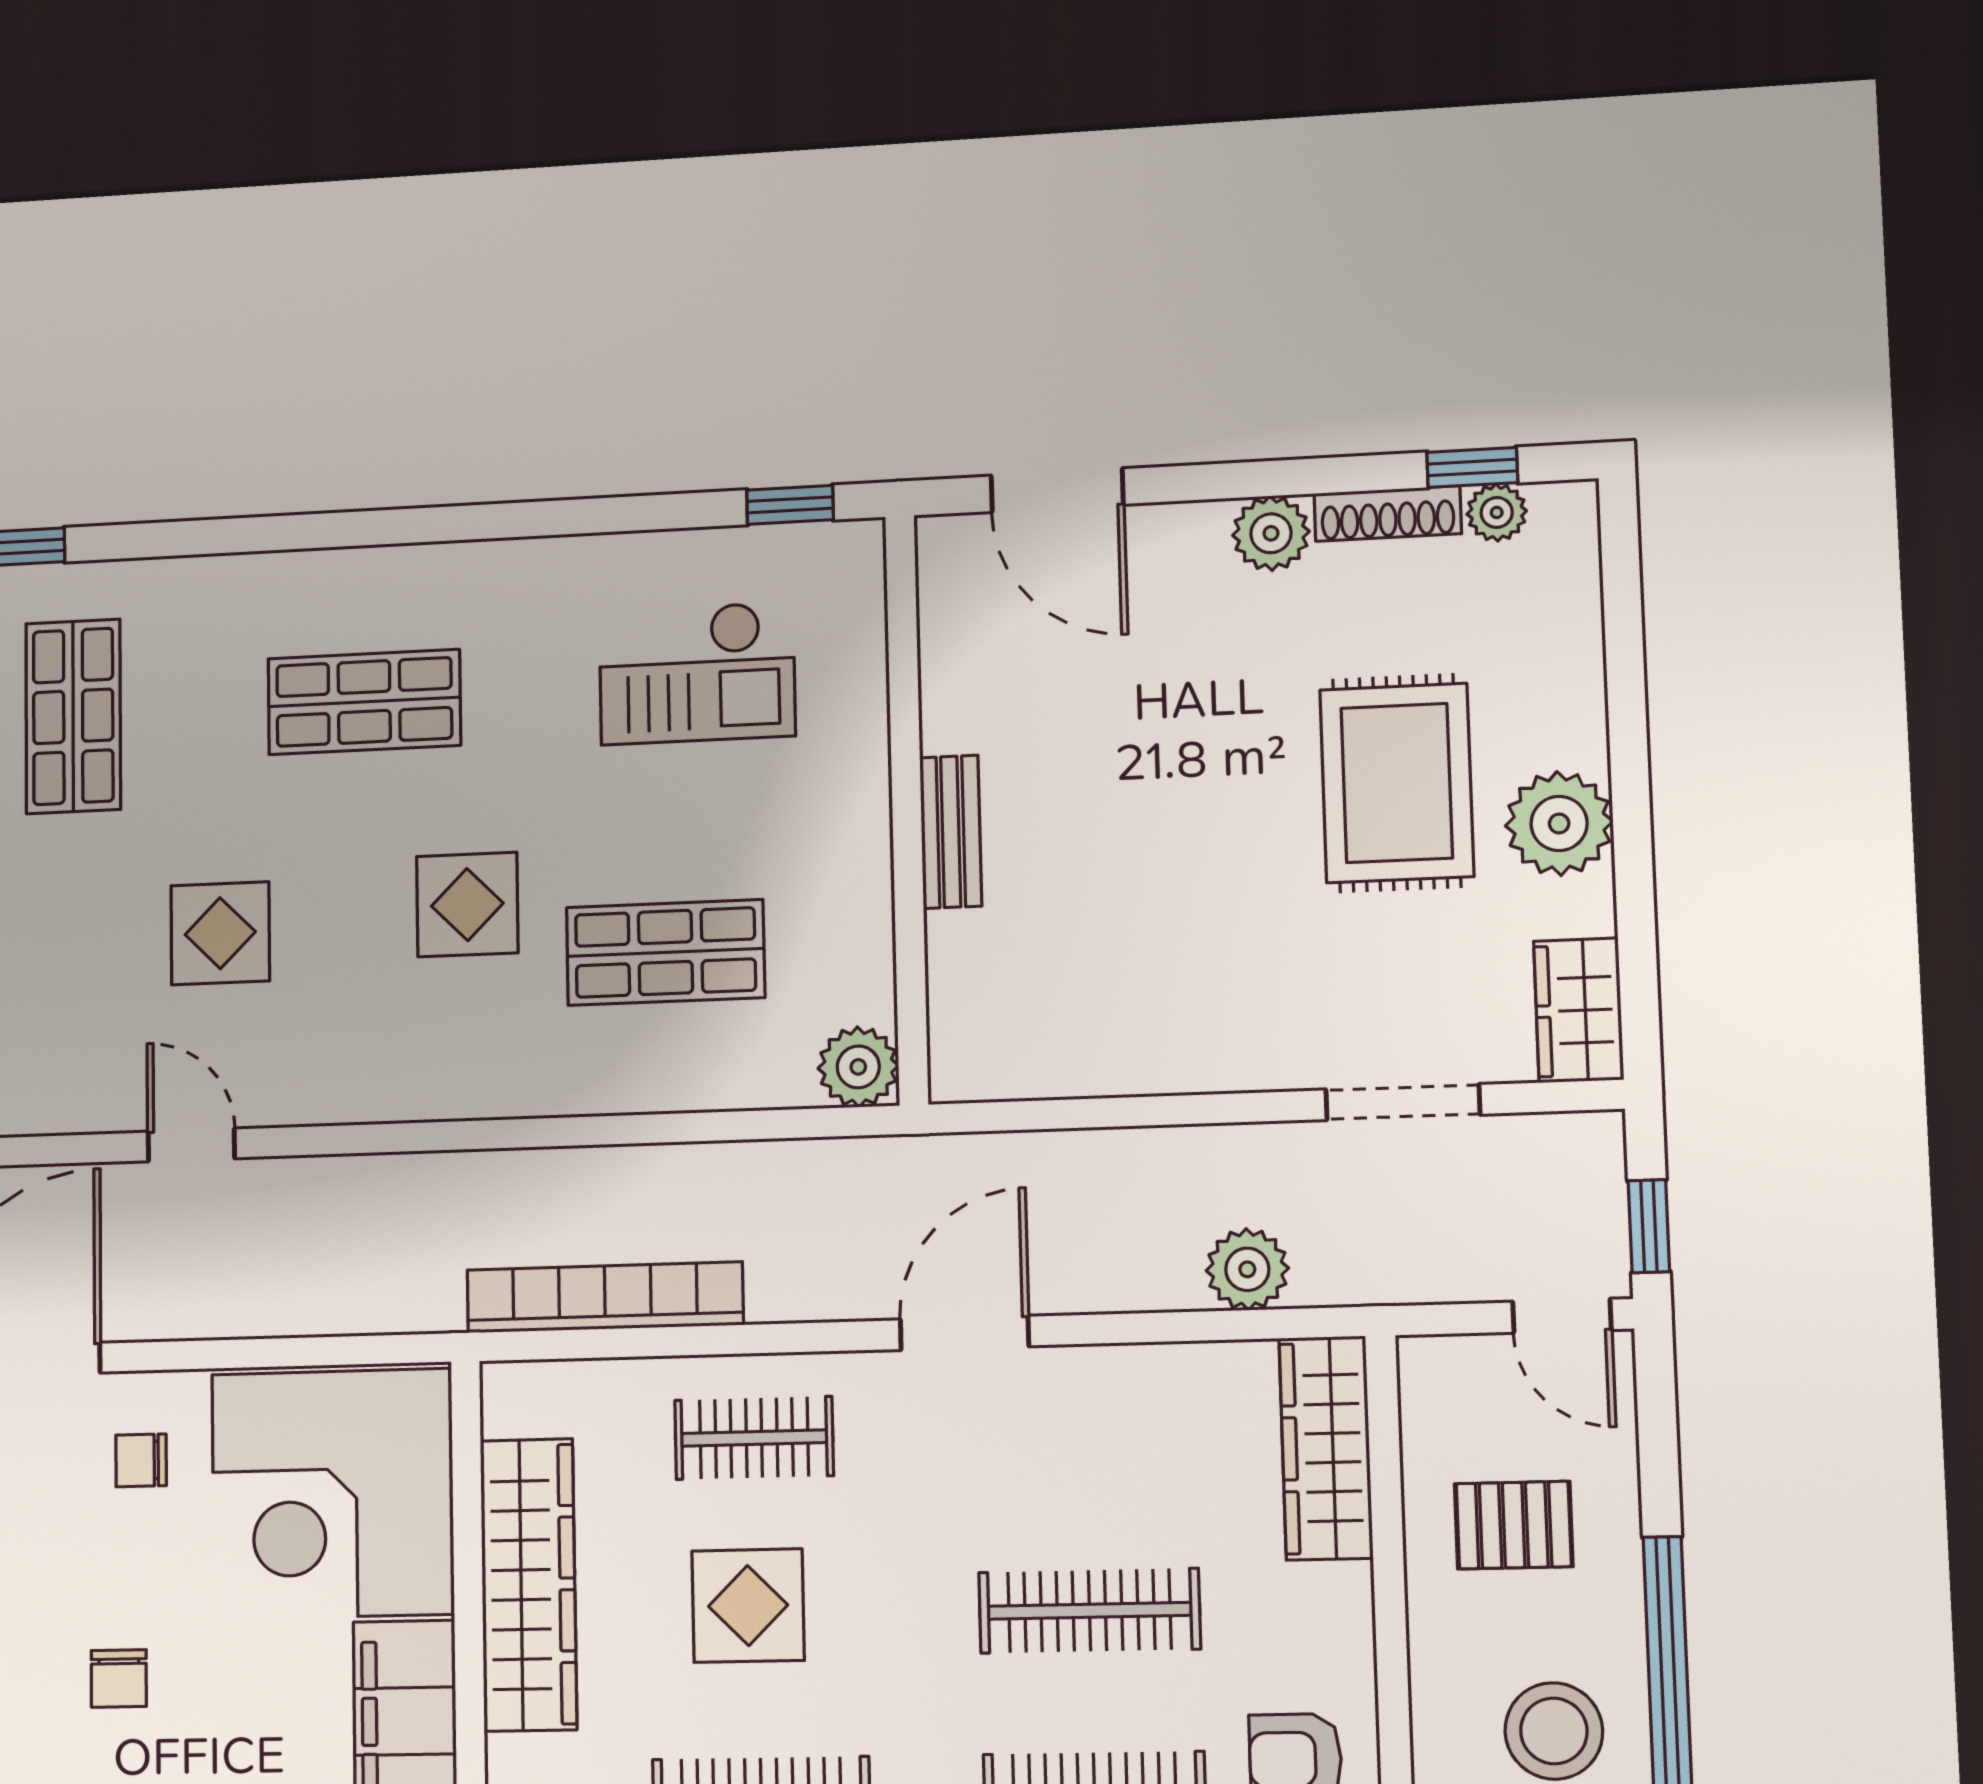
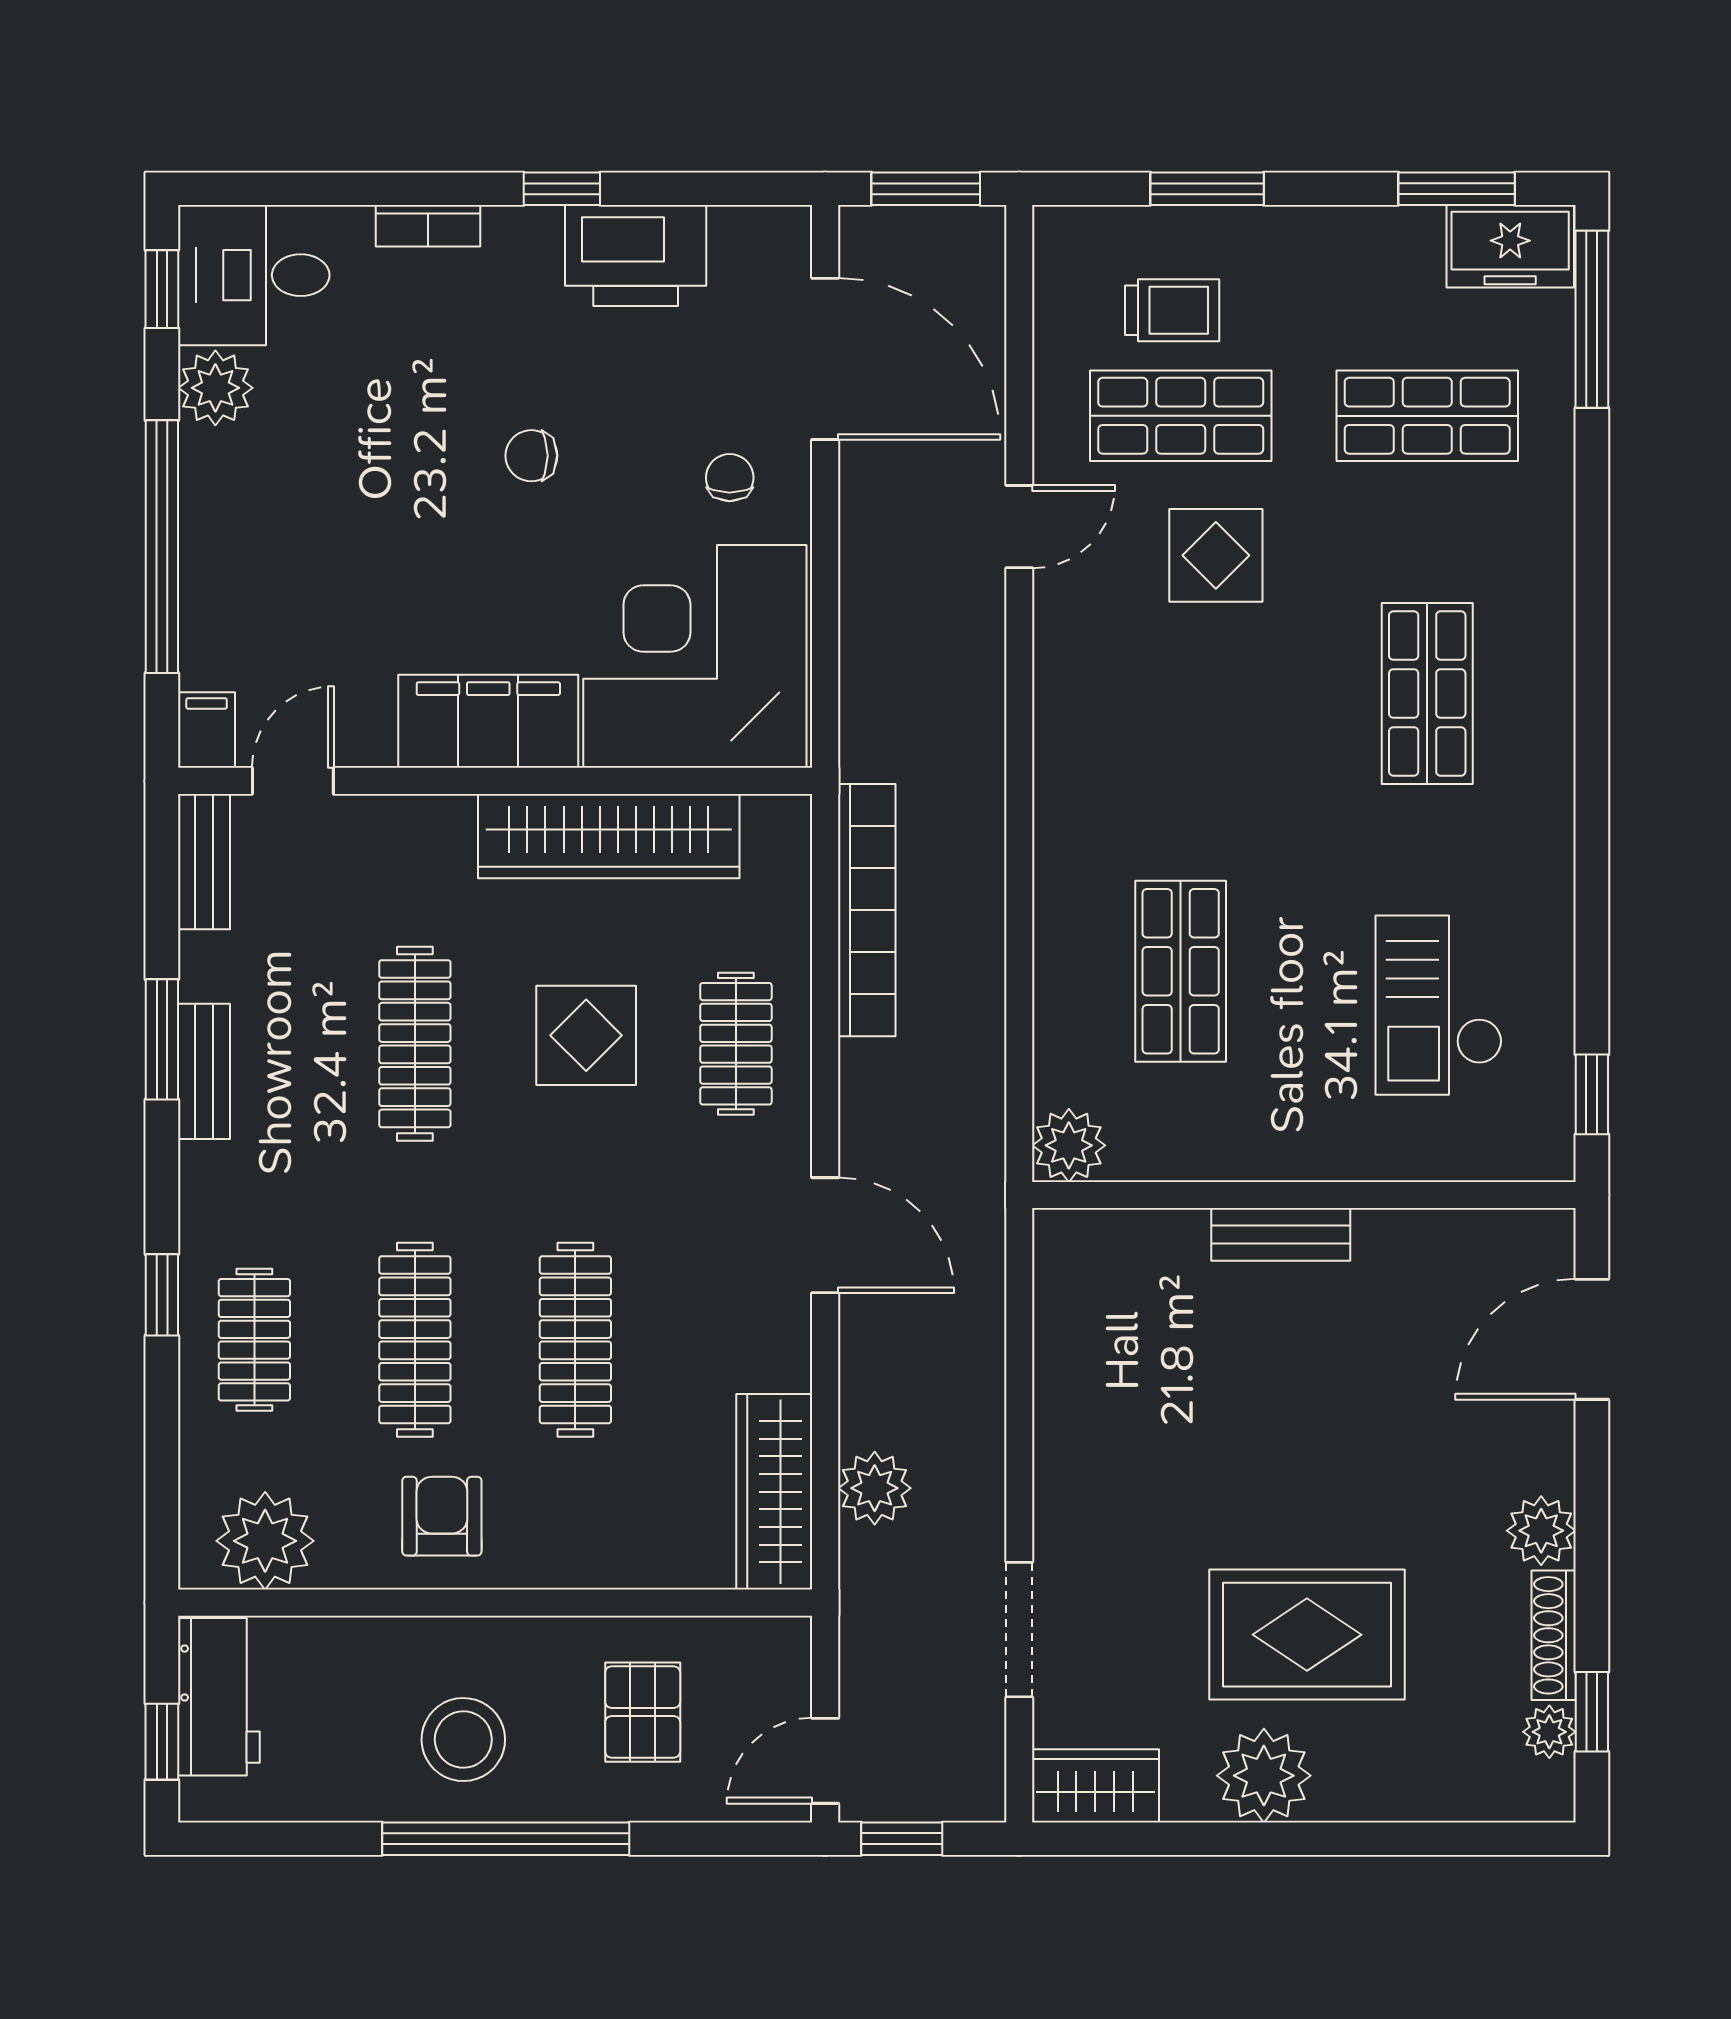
display table: (467, 905) -> (1233, 788), removed
shop shelf: (74, 977) -> (1181, 416), added
wardrobe: (1326, 1448) -> (774, 1492), moved, turned -90

